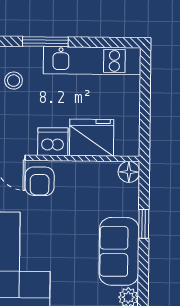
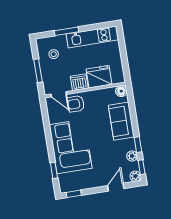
armchair: (40, 181) -> (76, 104), turned 90
window: (144, 224) -> (138, 145), moved
sofa: (119, 251) -> (121, 121), moved

